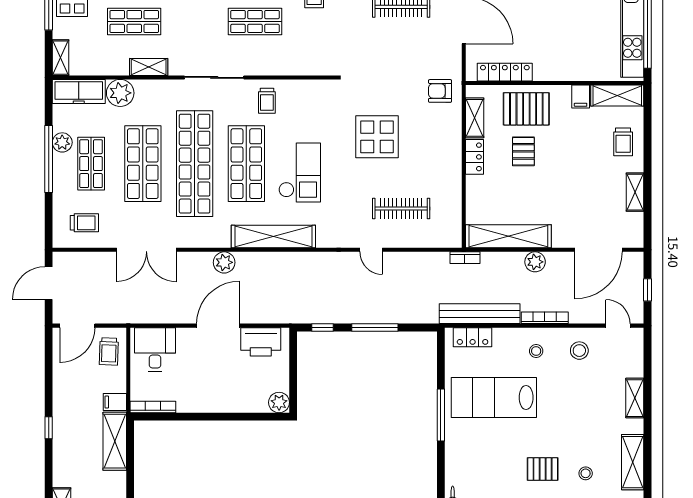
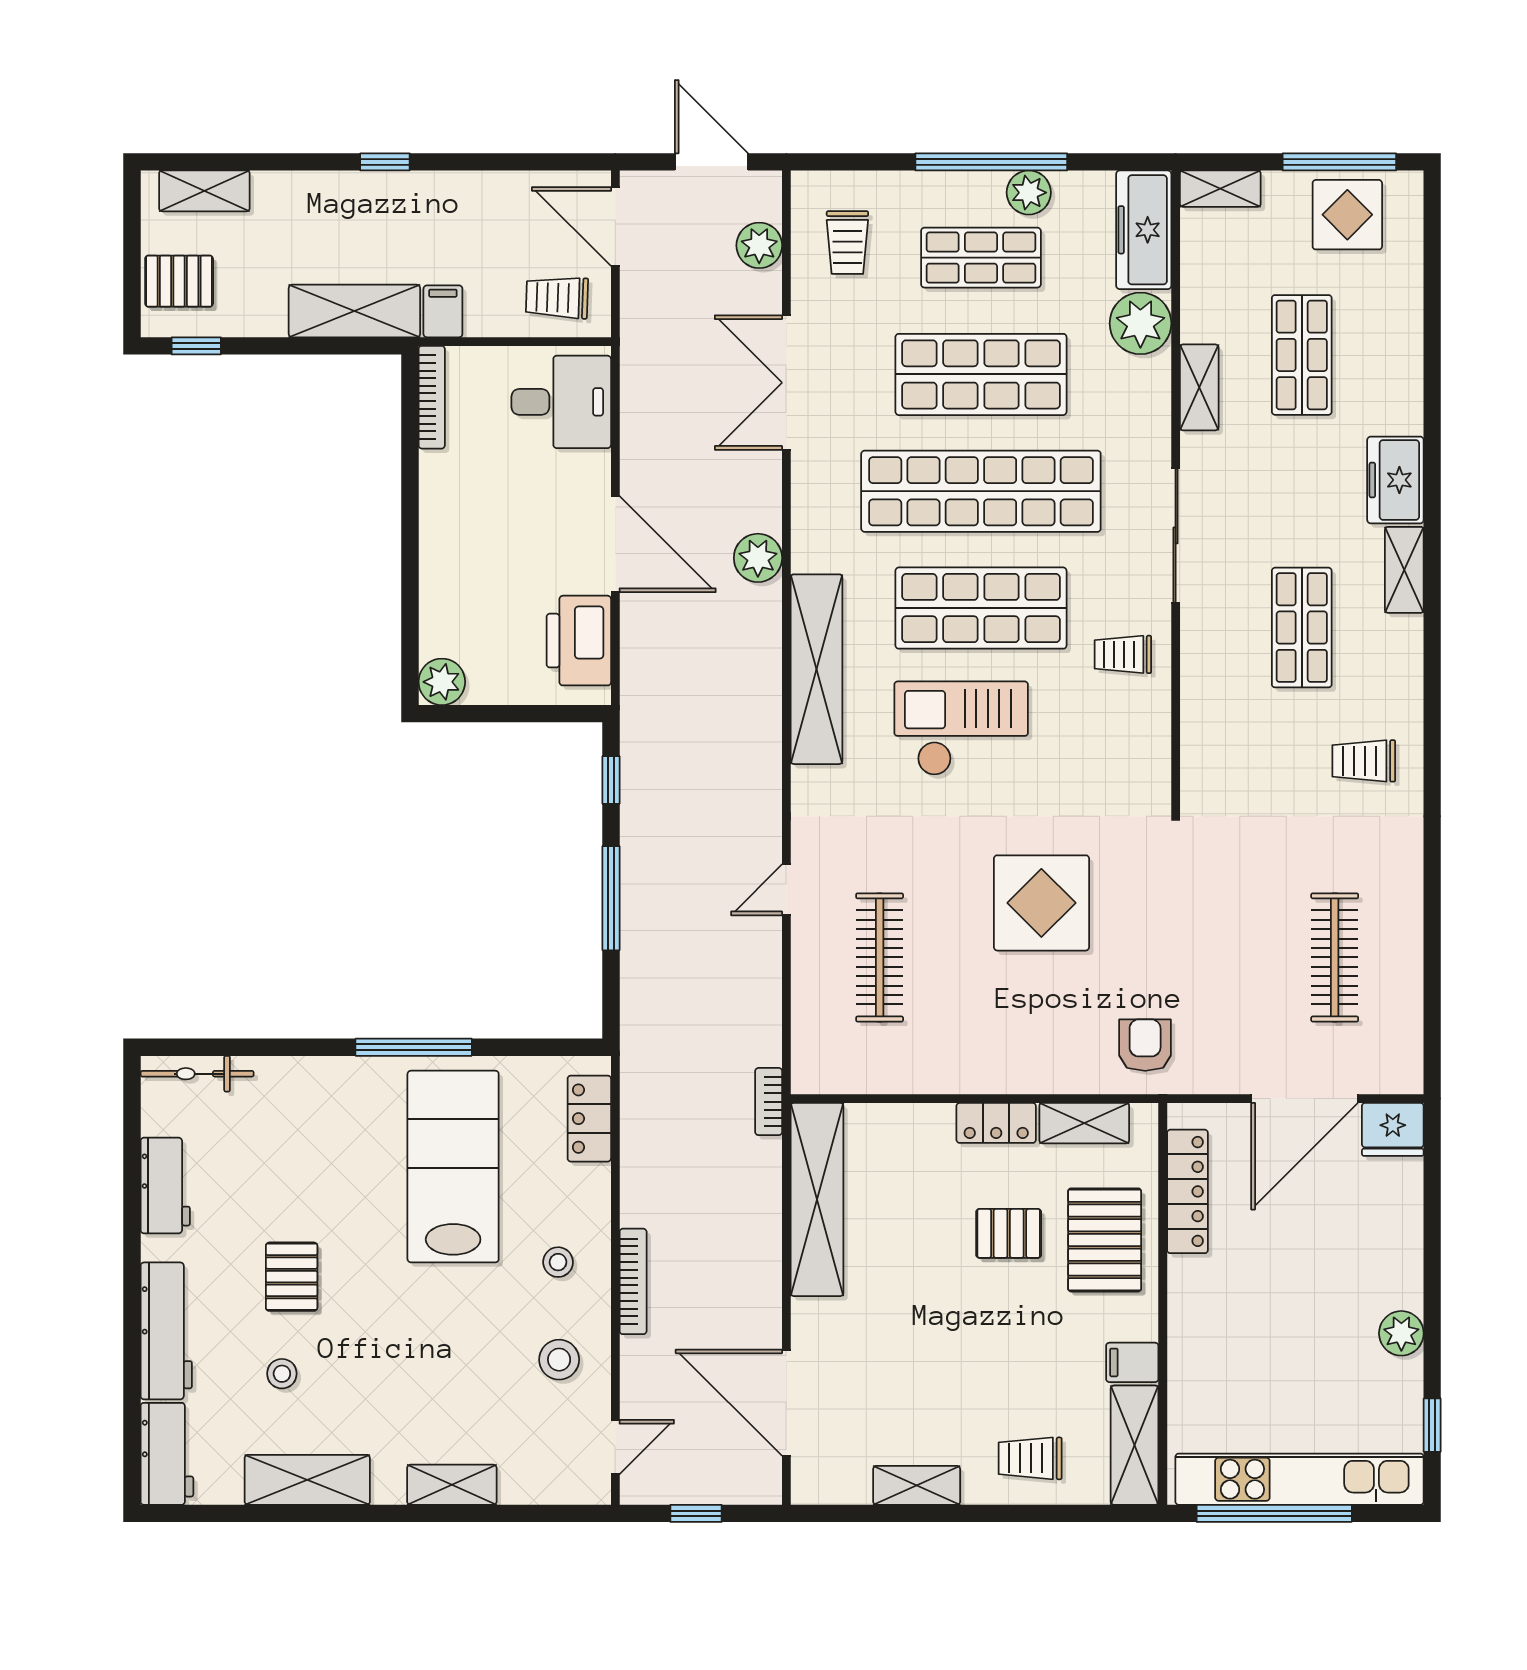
checkout: (300, 172) -> (961, 728), turned 180
plant: (535, 262) -> (759, 245), moved
bench: (480, 314) -> (642, 1134), removed

